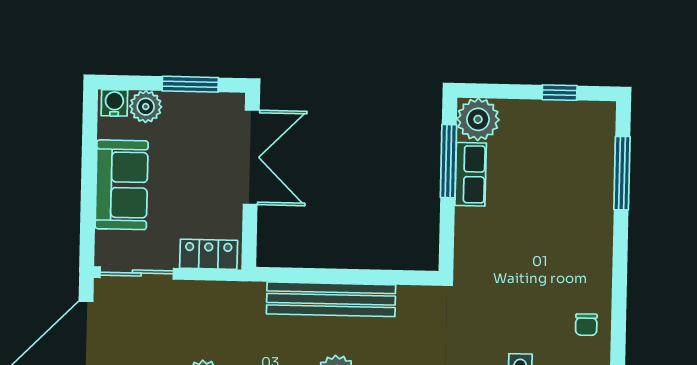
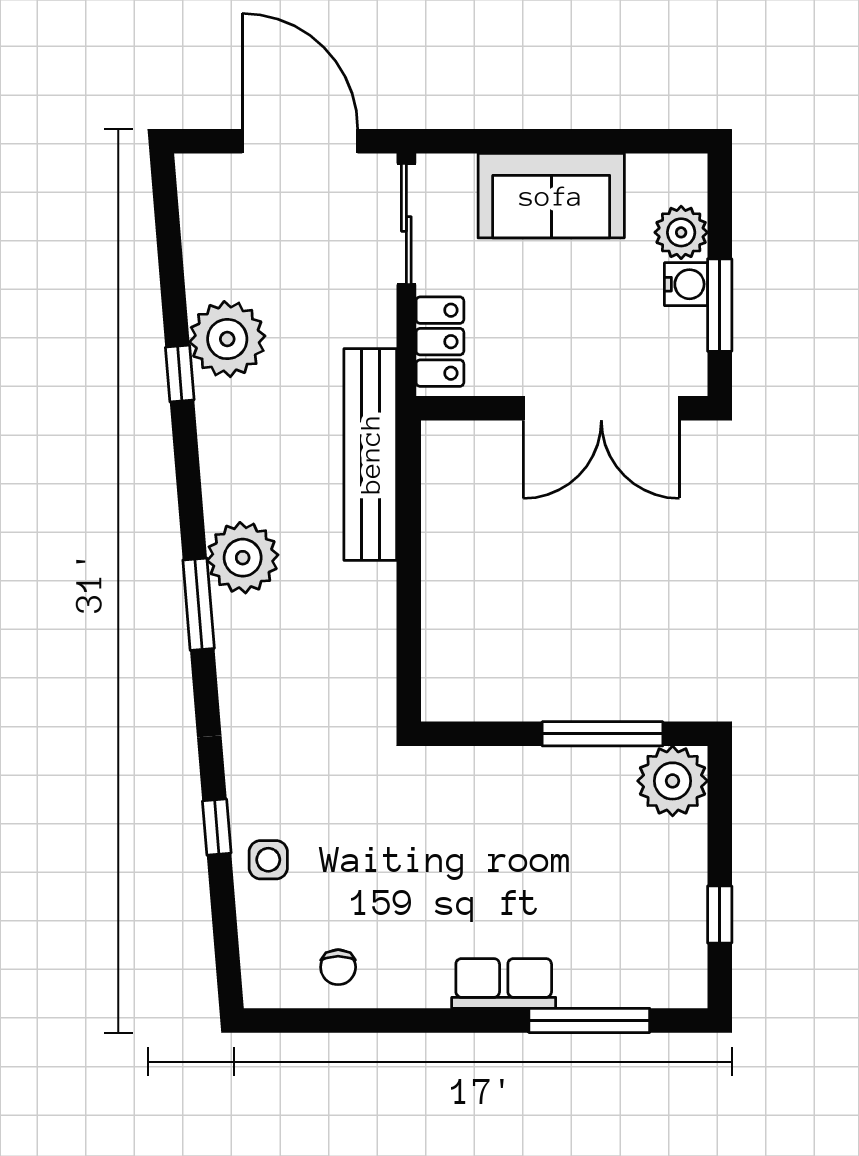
water cooler: (114, 103) -> (686, 284), moved
row of seats: (471, 174) -> (504, 983), moved, turned 180
bench: (331, 299) -> (370, 454), moved
chair: (586, 325) -> (338, 967), turned -90

